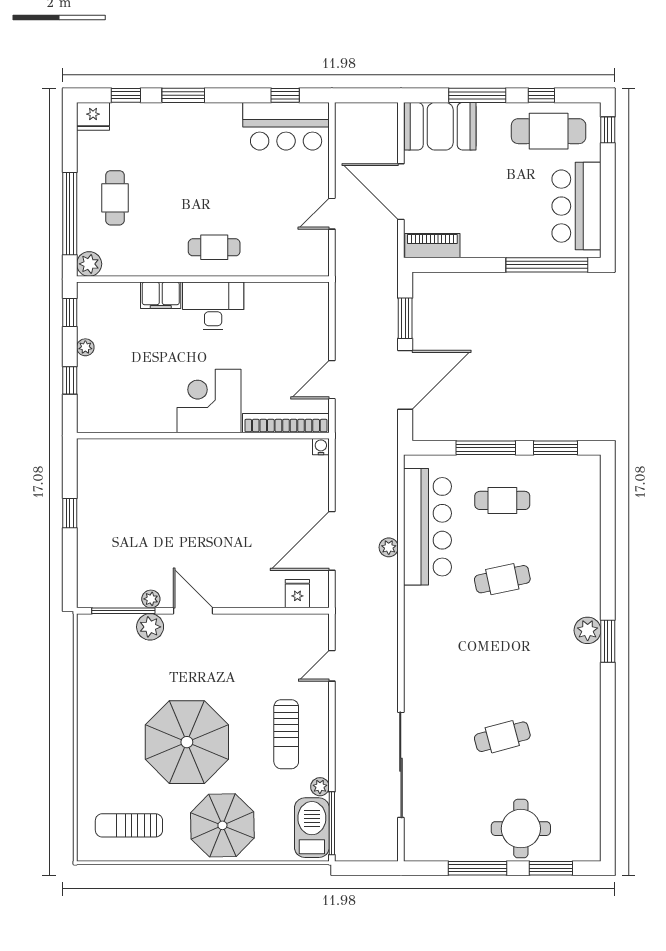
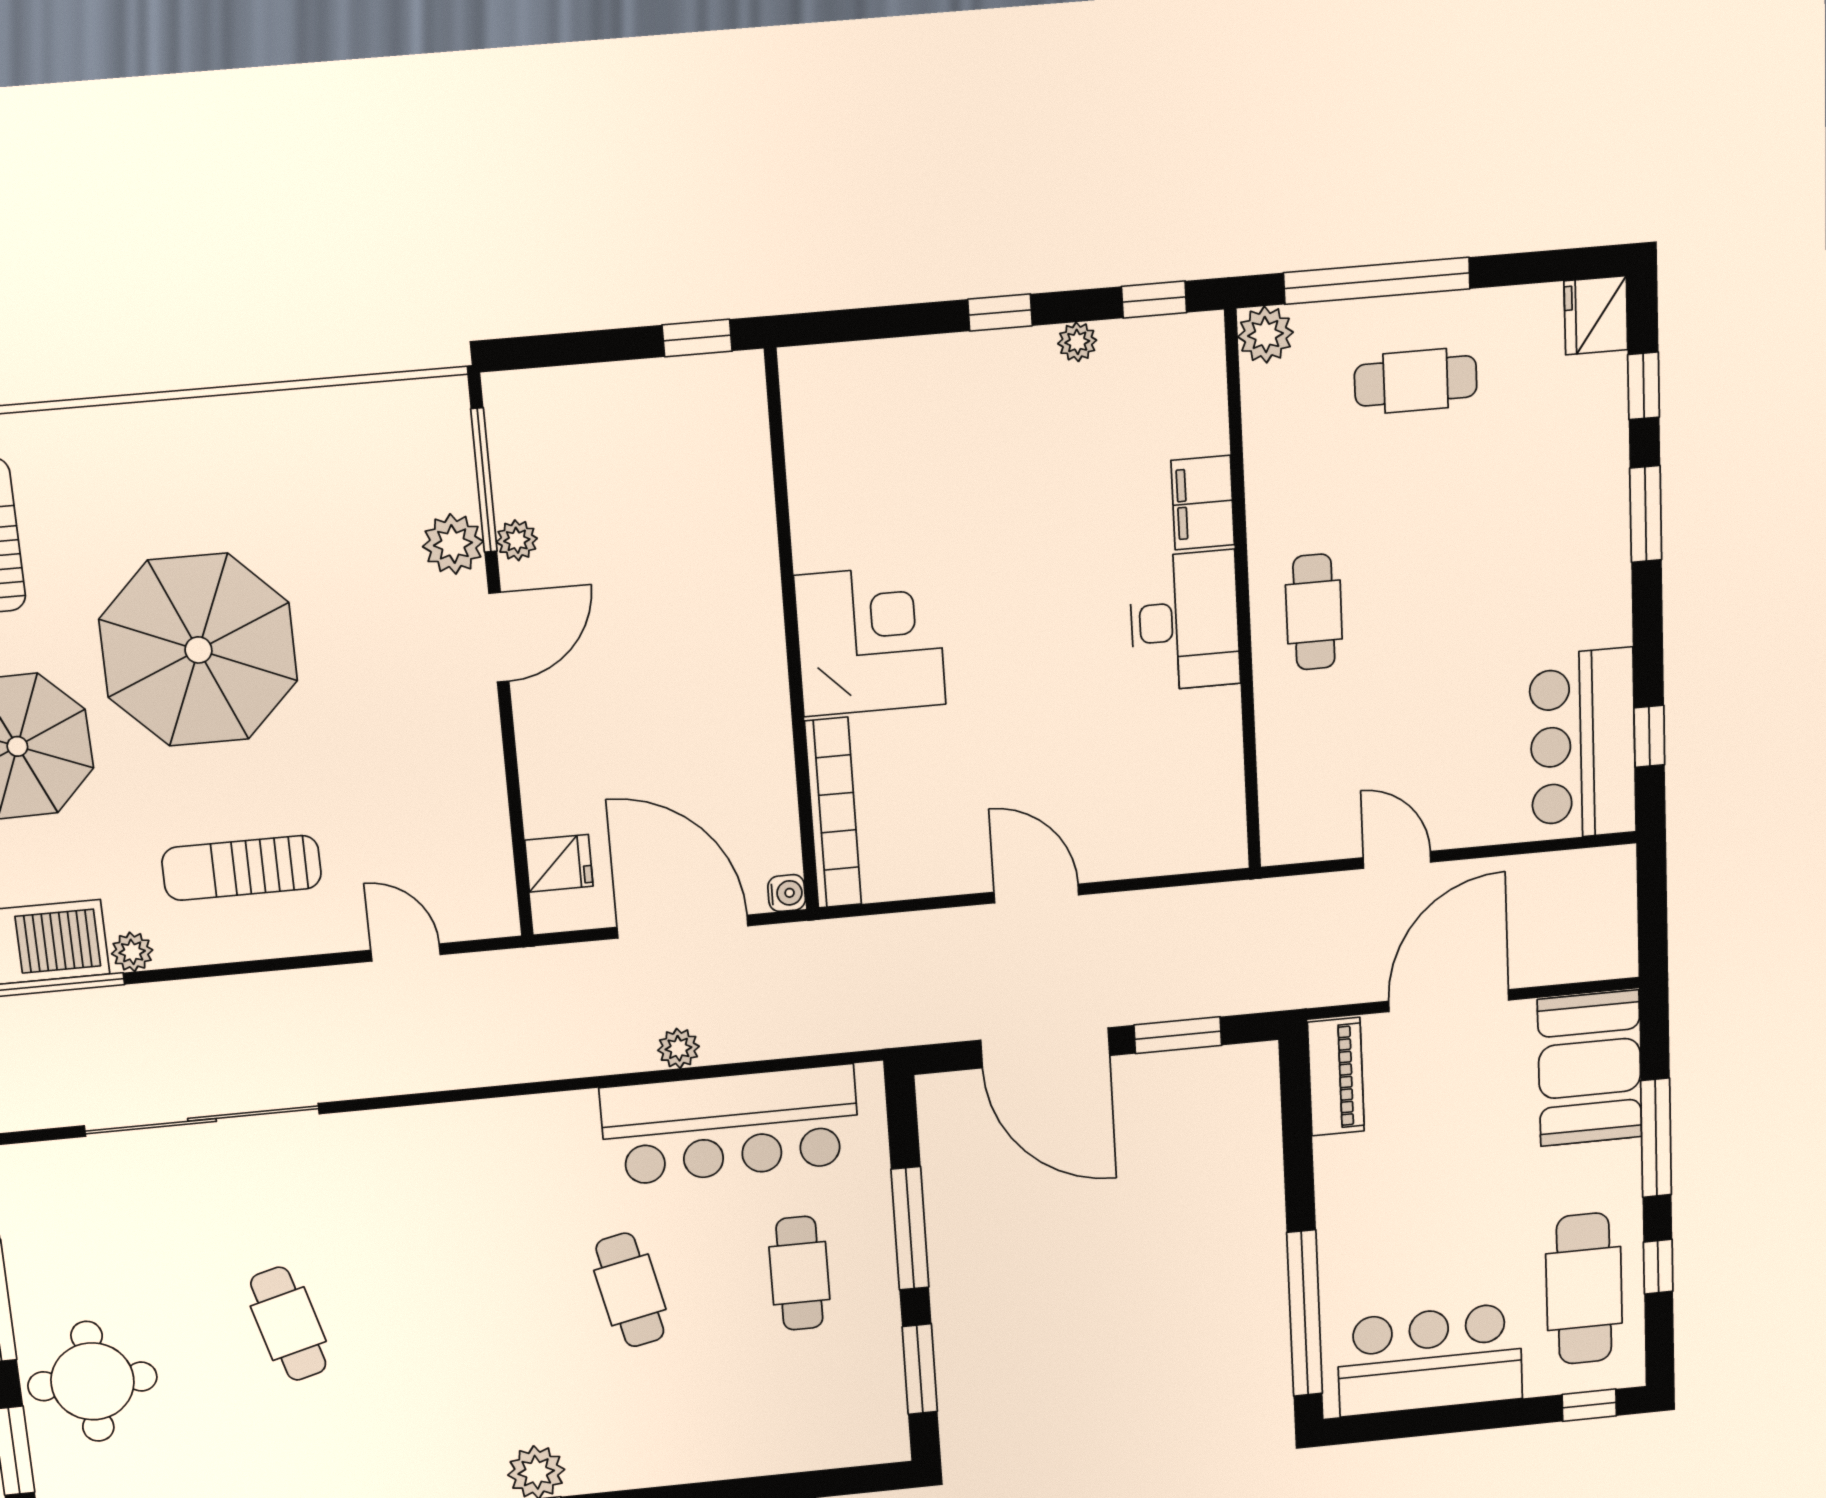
corner desk: (209, 401) -> (870, 640), moved
bookcase: (286, 423) -> (833, 813), moved
wall: (203, 436) -> (792, 634), moved
water cooler: (321, 447) -> (787, 893), moved

